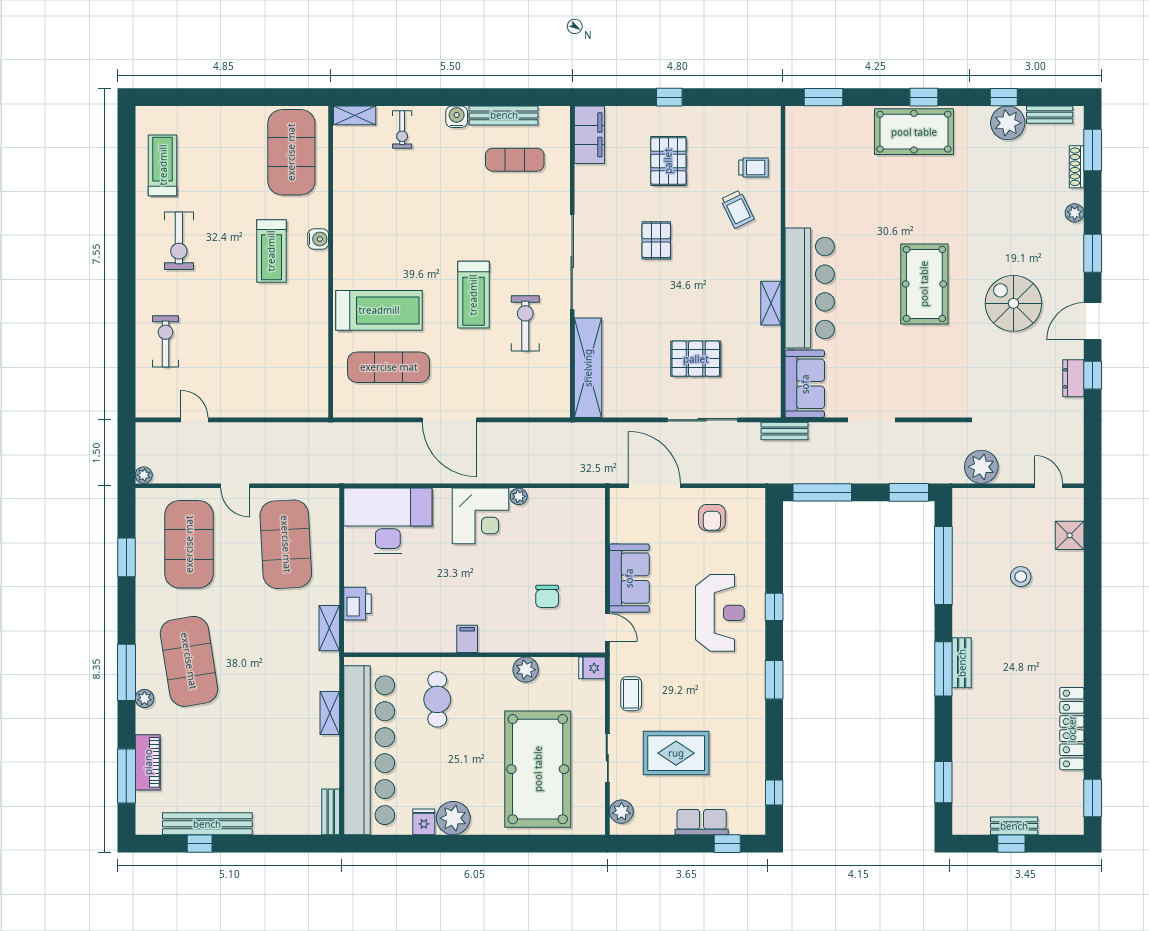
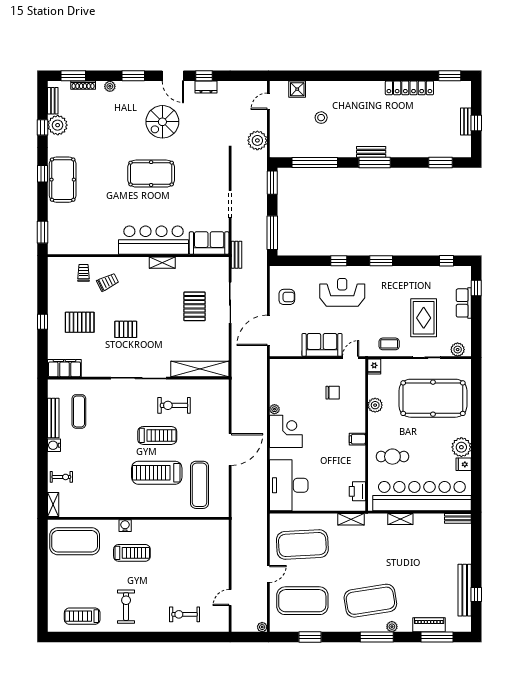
exercise bike: (179, 241) -> (126, 607), turned -90
treadmill: (379, 310) -> (157, 473), moved, turned -90
printer: (358, 604) -> (357, 491), moved, turned -90

